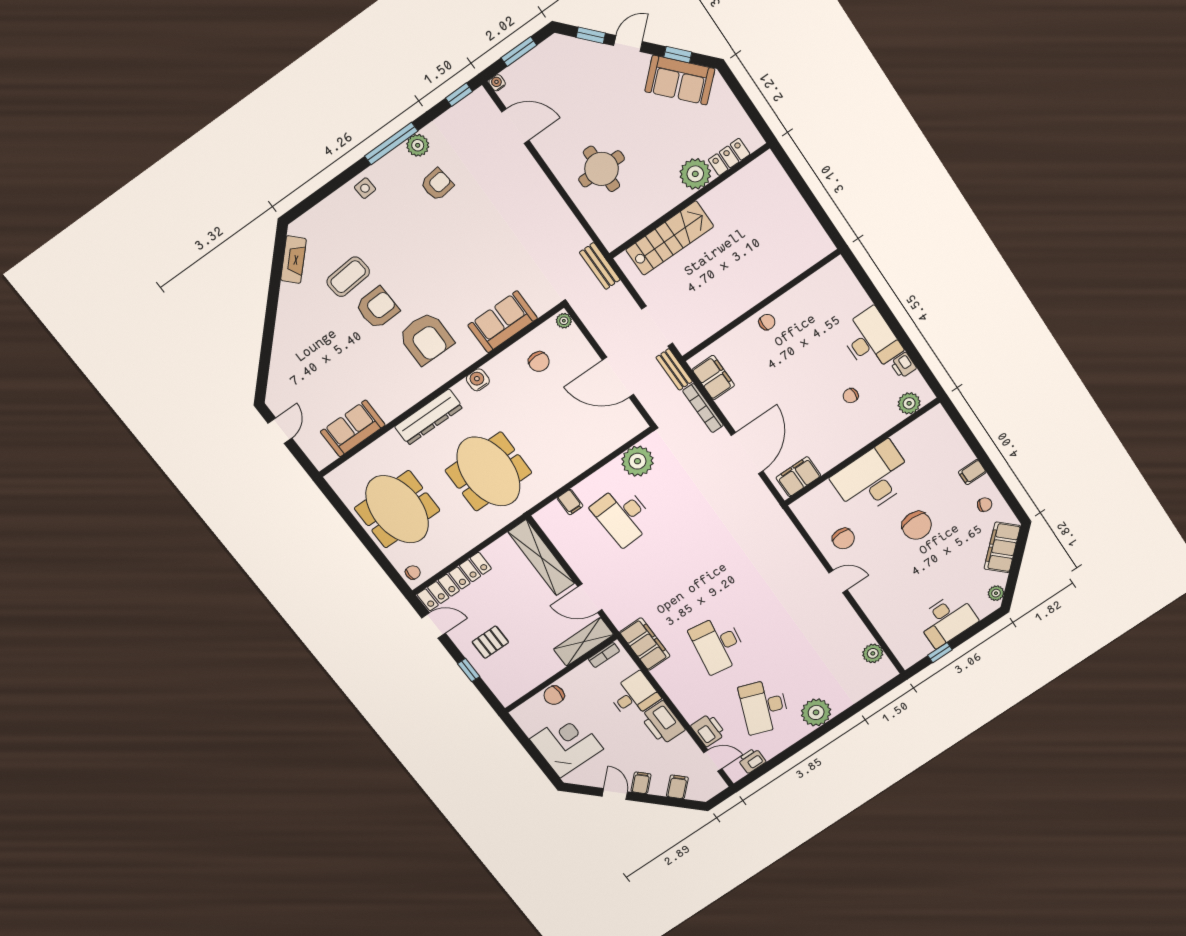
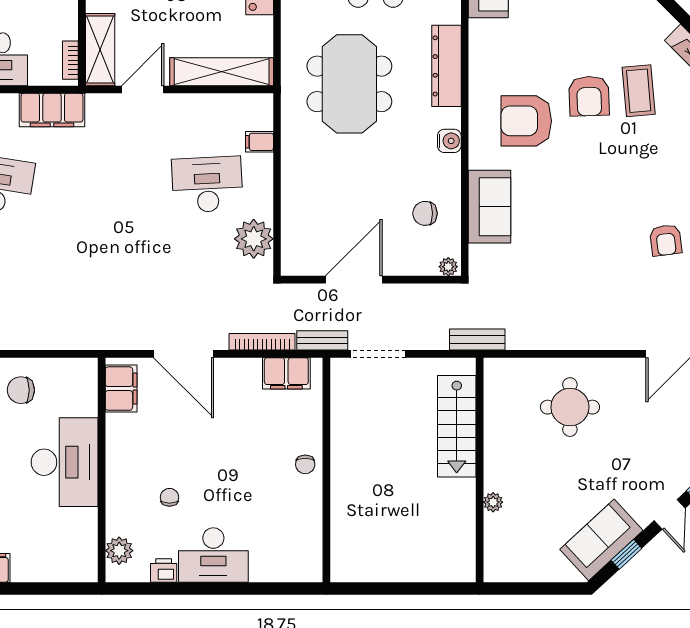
locker: (729, 157) -> (495, 537), removed
plant: (695, 174) -> (493, 502), width x0.53, depth x0.53
meeting table: (488, 472) -> (349, 84), turned 90

